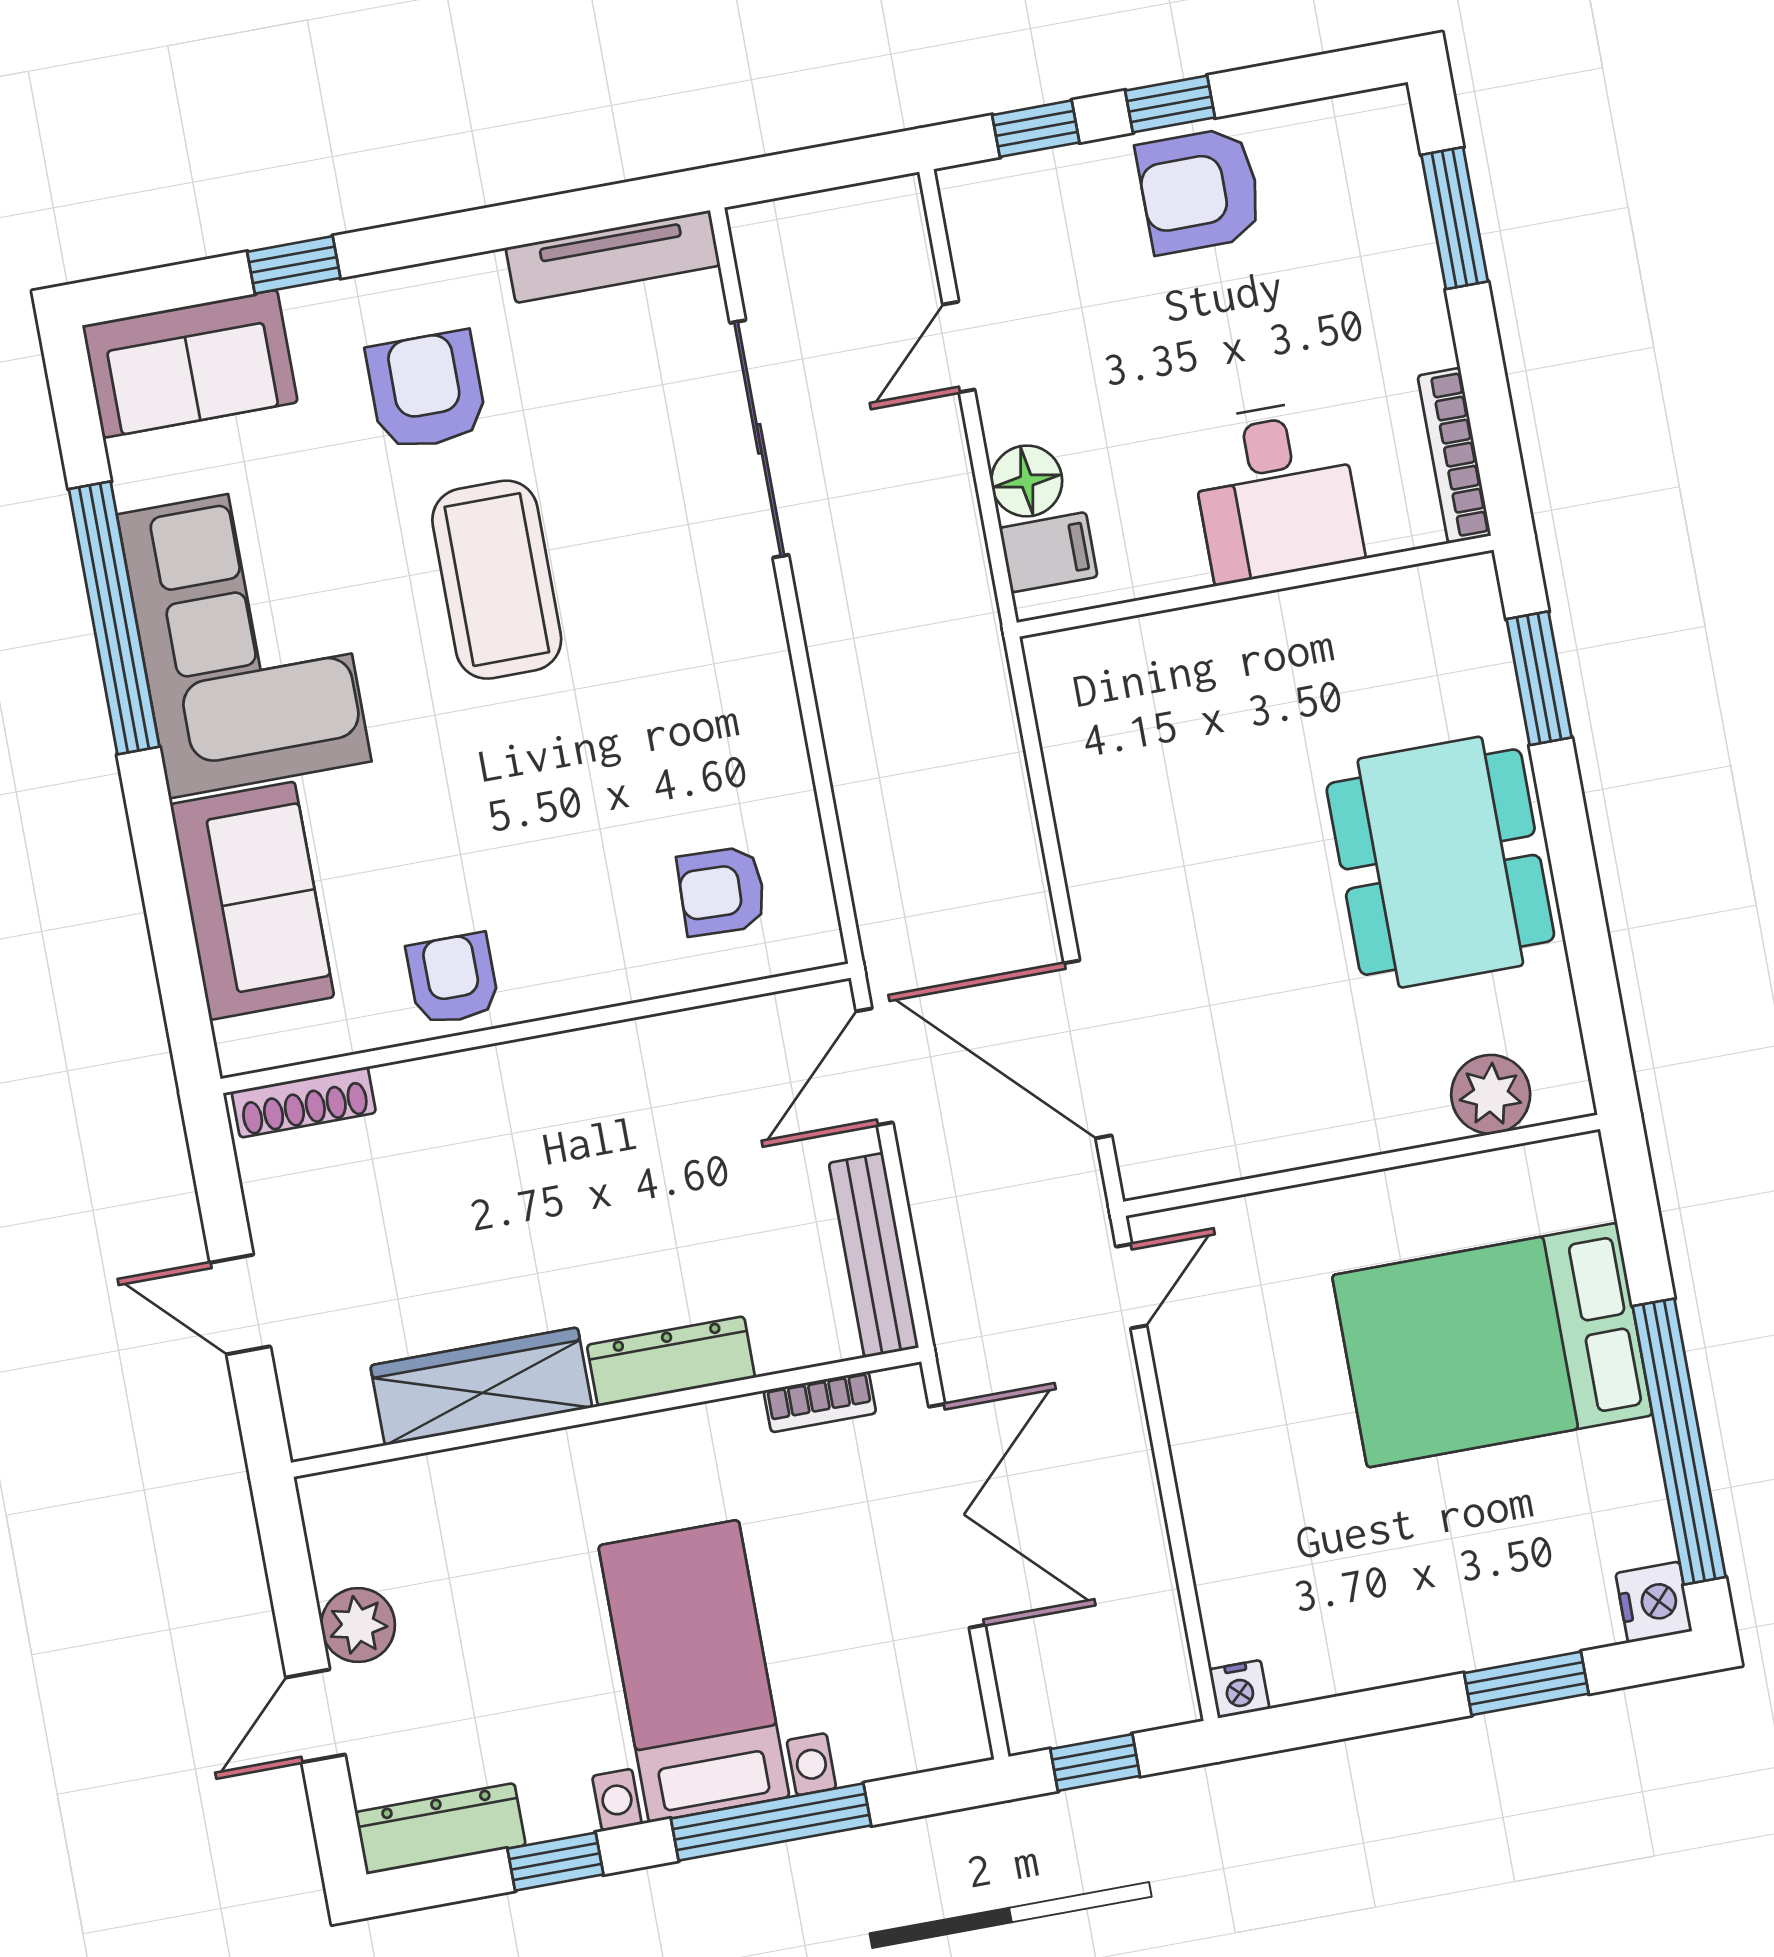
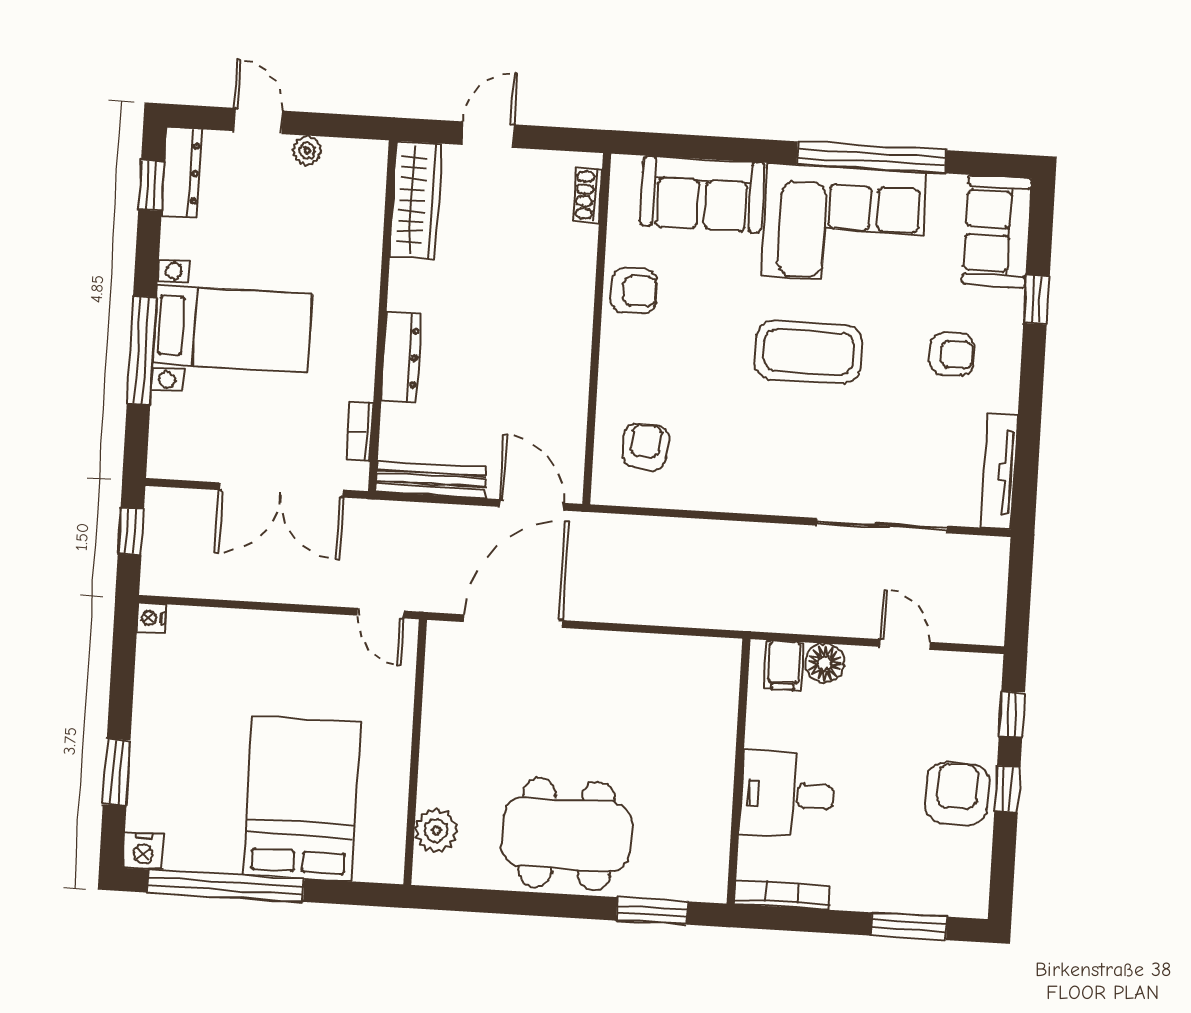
armchair: (427, 391) -> (952, 354), width x0.72, depth x0.72
coffee table: (497, 580) -> (808, 352), moved
shoe rack: (304, 1102) -> (588, 195), width x0.70
wardrobe: (481, 1386) -> (416, 200), moved
plant: (358, 1625) -> (307, 150), width x0.73, depth x0.73
window: (555, 1862) -> (151, 186), moved

